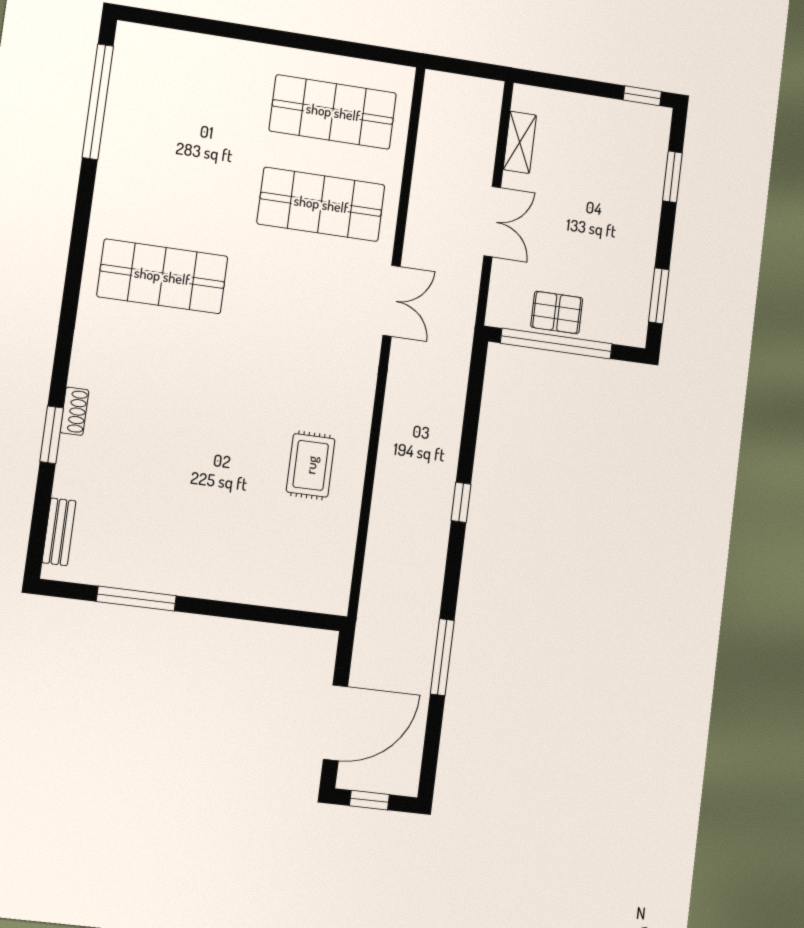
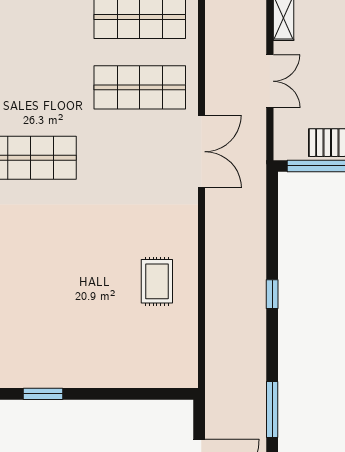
double door: (392, 301) -> (201, 152), width x1.37
window: (136, 599) -> (43, 394), width x0.69

